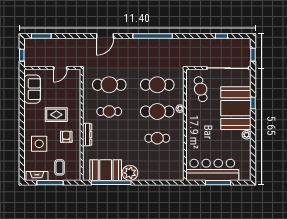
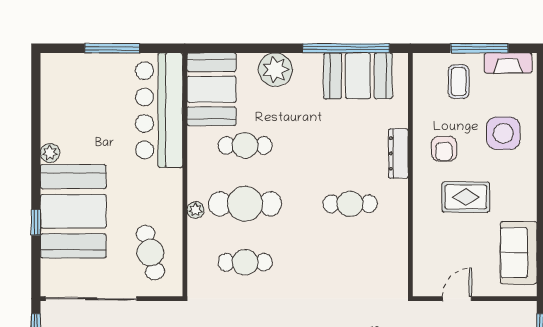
cafe table: (109, 85) -> (350, 262), removed
cafe table: (157, 85) -> (245, 262), width x0.73, depth x0.74
booth: (173, 164) -> (212, 89), added
bar counter: (212, 170) -> (159, 110), moved, turned 90
plant: (130, 173) -> (275, 70), moved

